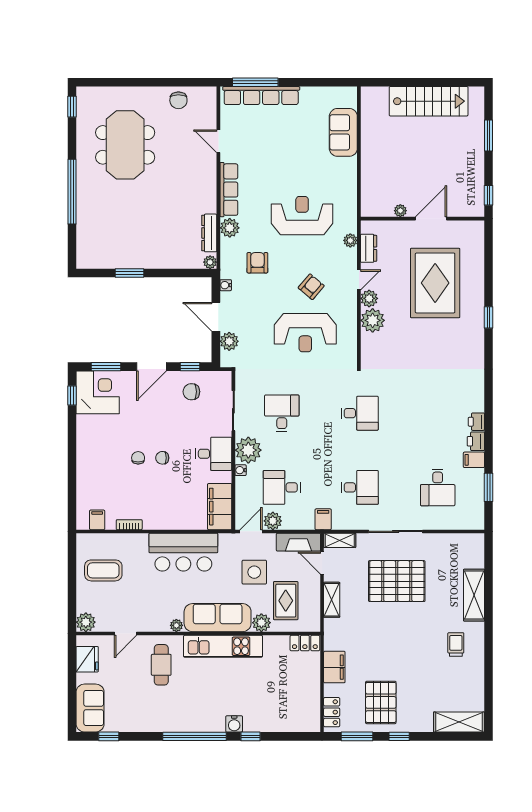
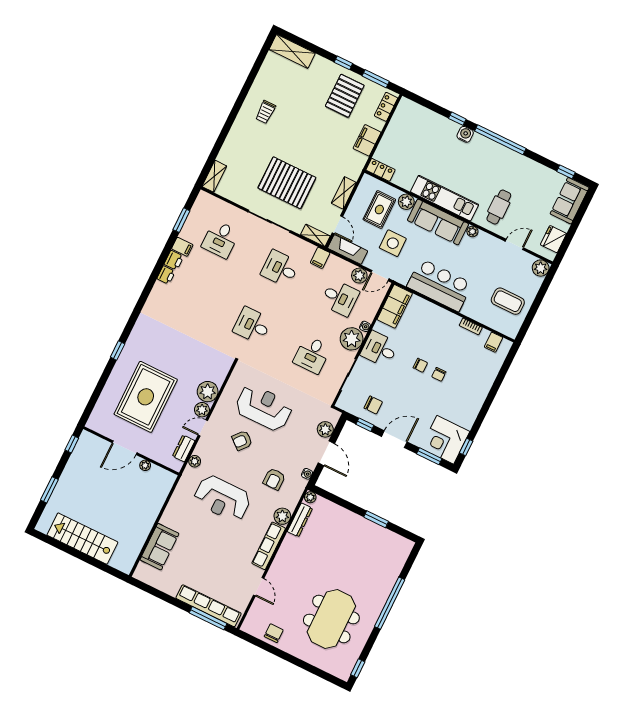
desk: (438, 487) -> (220, 239), turned 180
shelving: (474, 595) -> (214, 176), moved, width x0.67, depth x0.75

